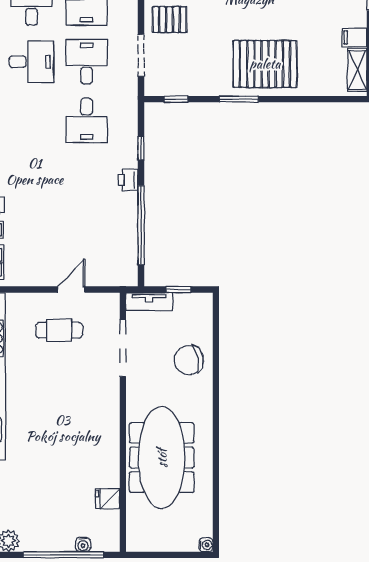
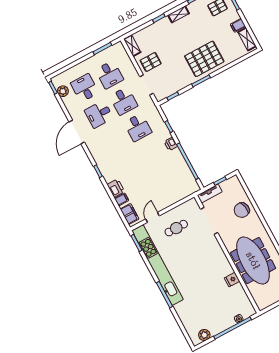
desk: (31, 62) -> (99, 114), turned 180
desk: (87, 62) -> (124, 101), turned 180
door: (71, 290) -> (152, 217), moved
fridge: (108, 499) -> (232, 280), moved

